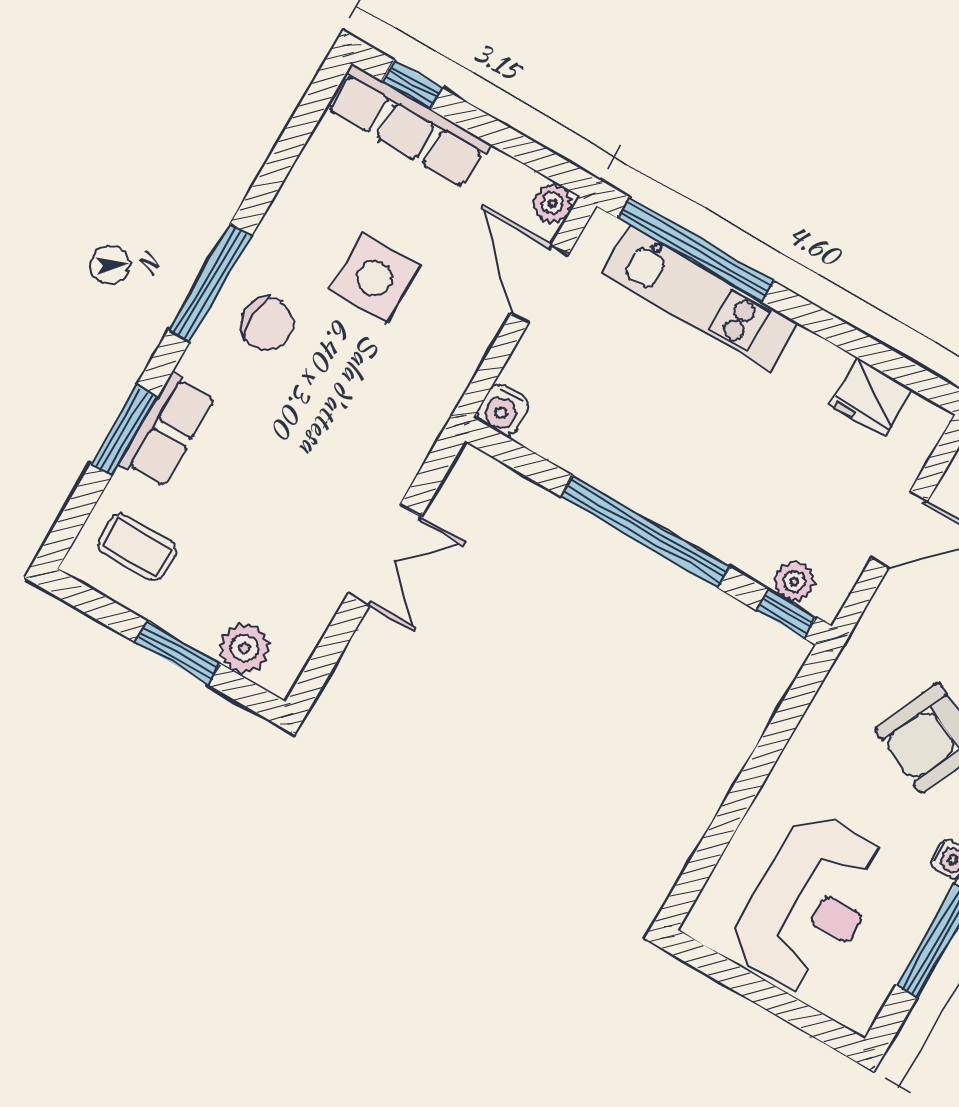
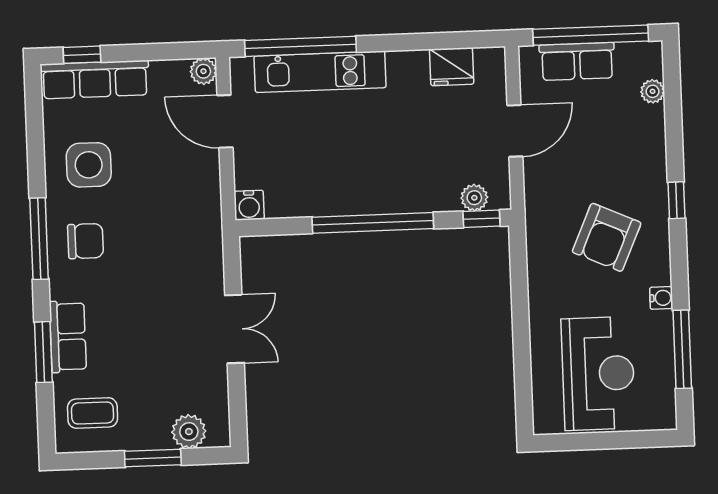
side table: (375, 278) -> (89, 165), moved

